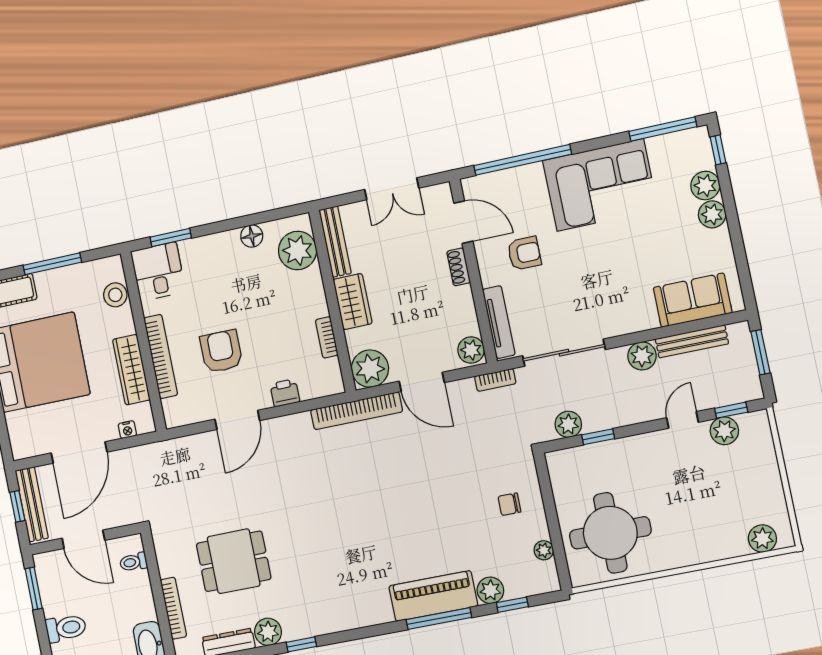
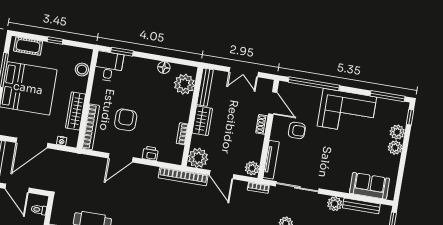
window: (52, 264) -> (55, 40), width x0.46
bookcase: (161, 357) -> (91, 127), moved

